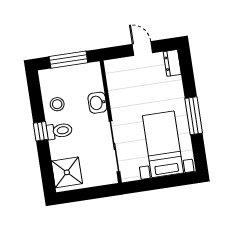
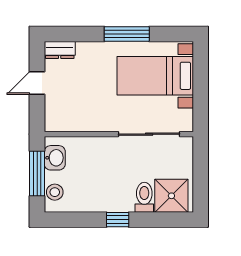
washbasin: (97, 103) -> (55, 158), moved, turned -90
stool: (57, 104) -> (55, 192), moved
toilet: (59, 131) -> (144, 197), moved

